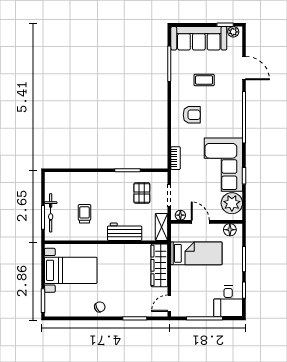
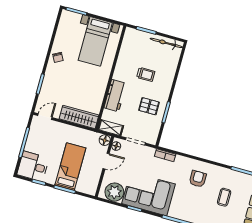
armchair: (192, 115) -> (198, 179), turned 180
pallet: (142, 193) -> (149, 106), moved
bicycle: (51, 213) -> (166, 43), moved
trolley: (84, 214) -> (146, 74), moved
floor lamp: (230, 230) -> (105, 140), moved
bed: (196, 253) -> (70, 167), moved, turned 180
door: (169, 303) -> (45, 117), hinge flipped

